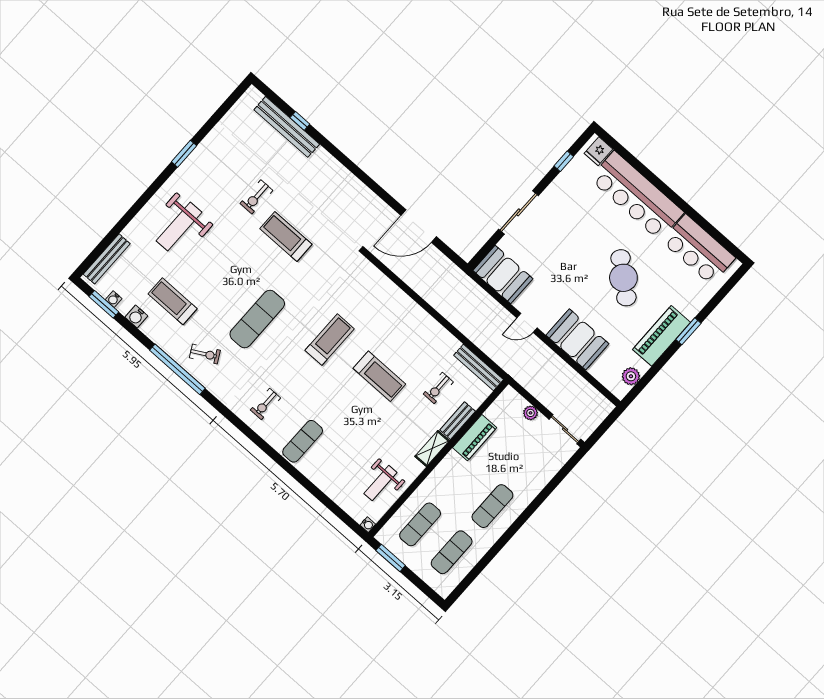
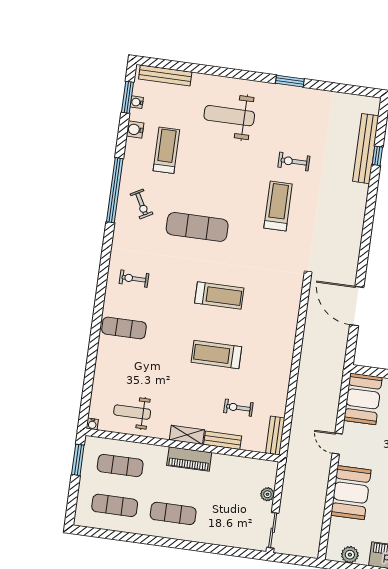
bench: (479, 367) -> (275, 436), width x0.73
treadmill: (379, 376) -> (216, 355), turned 90
piano: (475, 438) -> (189, 459), moved

